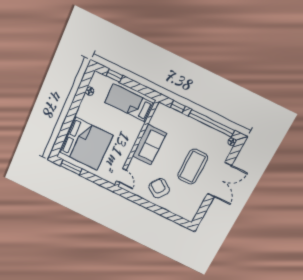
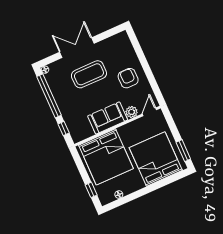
bed: (130, 103) -> (106, 157), width x2.04
plant: (135, 165) -> (132, 112), added
armchair: (159, 188) -> (128, 78), turned 145

